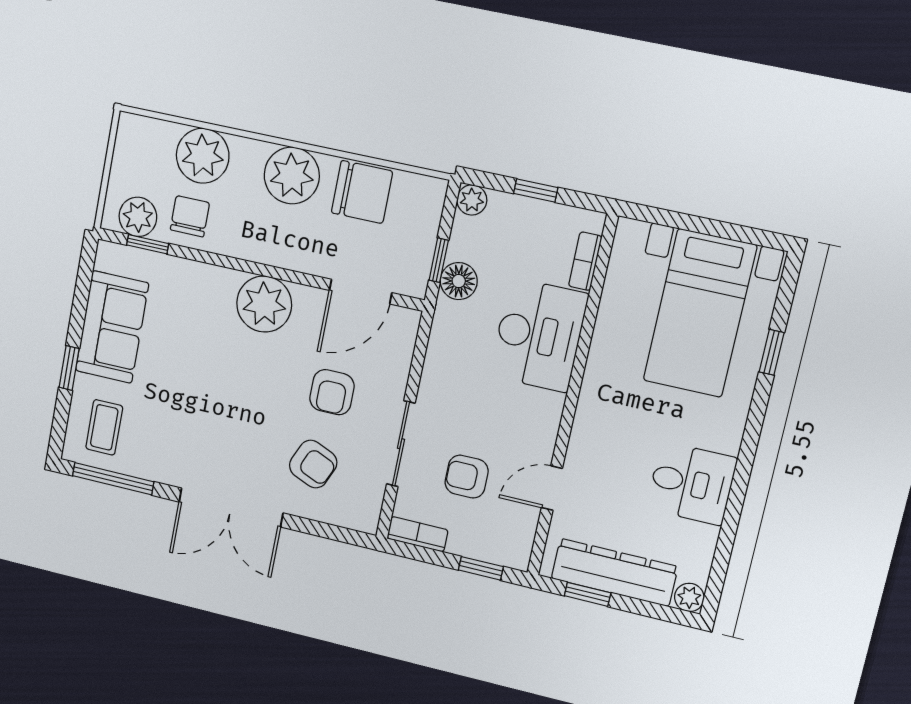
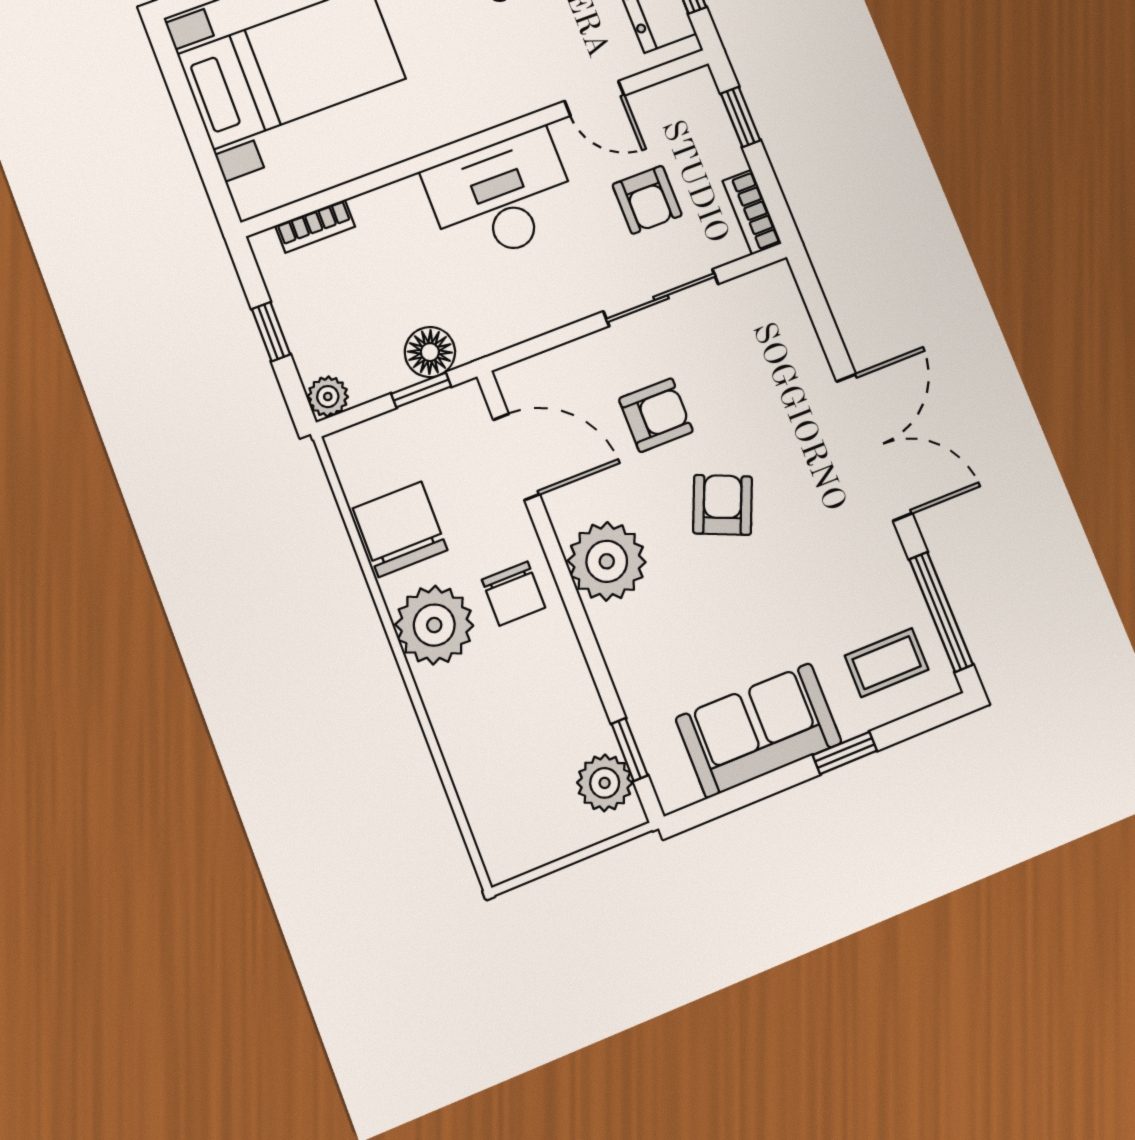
plant: (203, 156) -> (480, 749), removed
chair: (190, 216) -> (514, 594), moved, turned -90
desk: (539, 335) -> (502, 197), moved
armchair: (313, 464) -> (723, 505), moved

